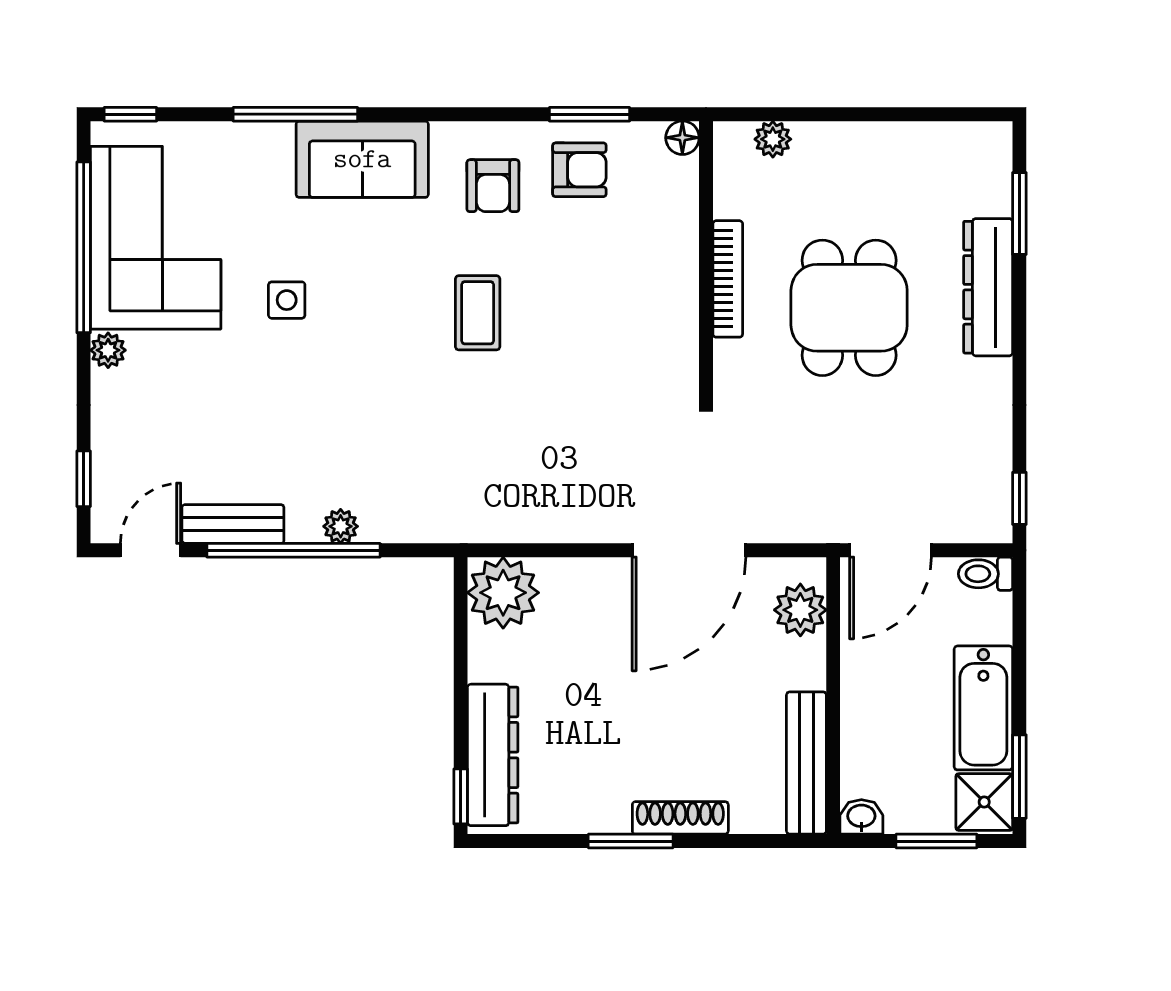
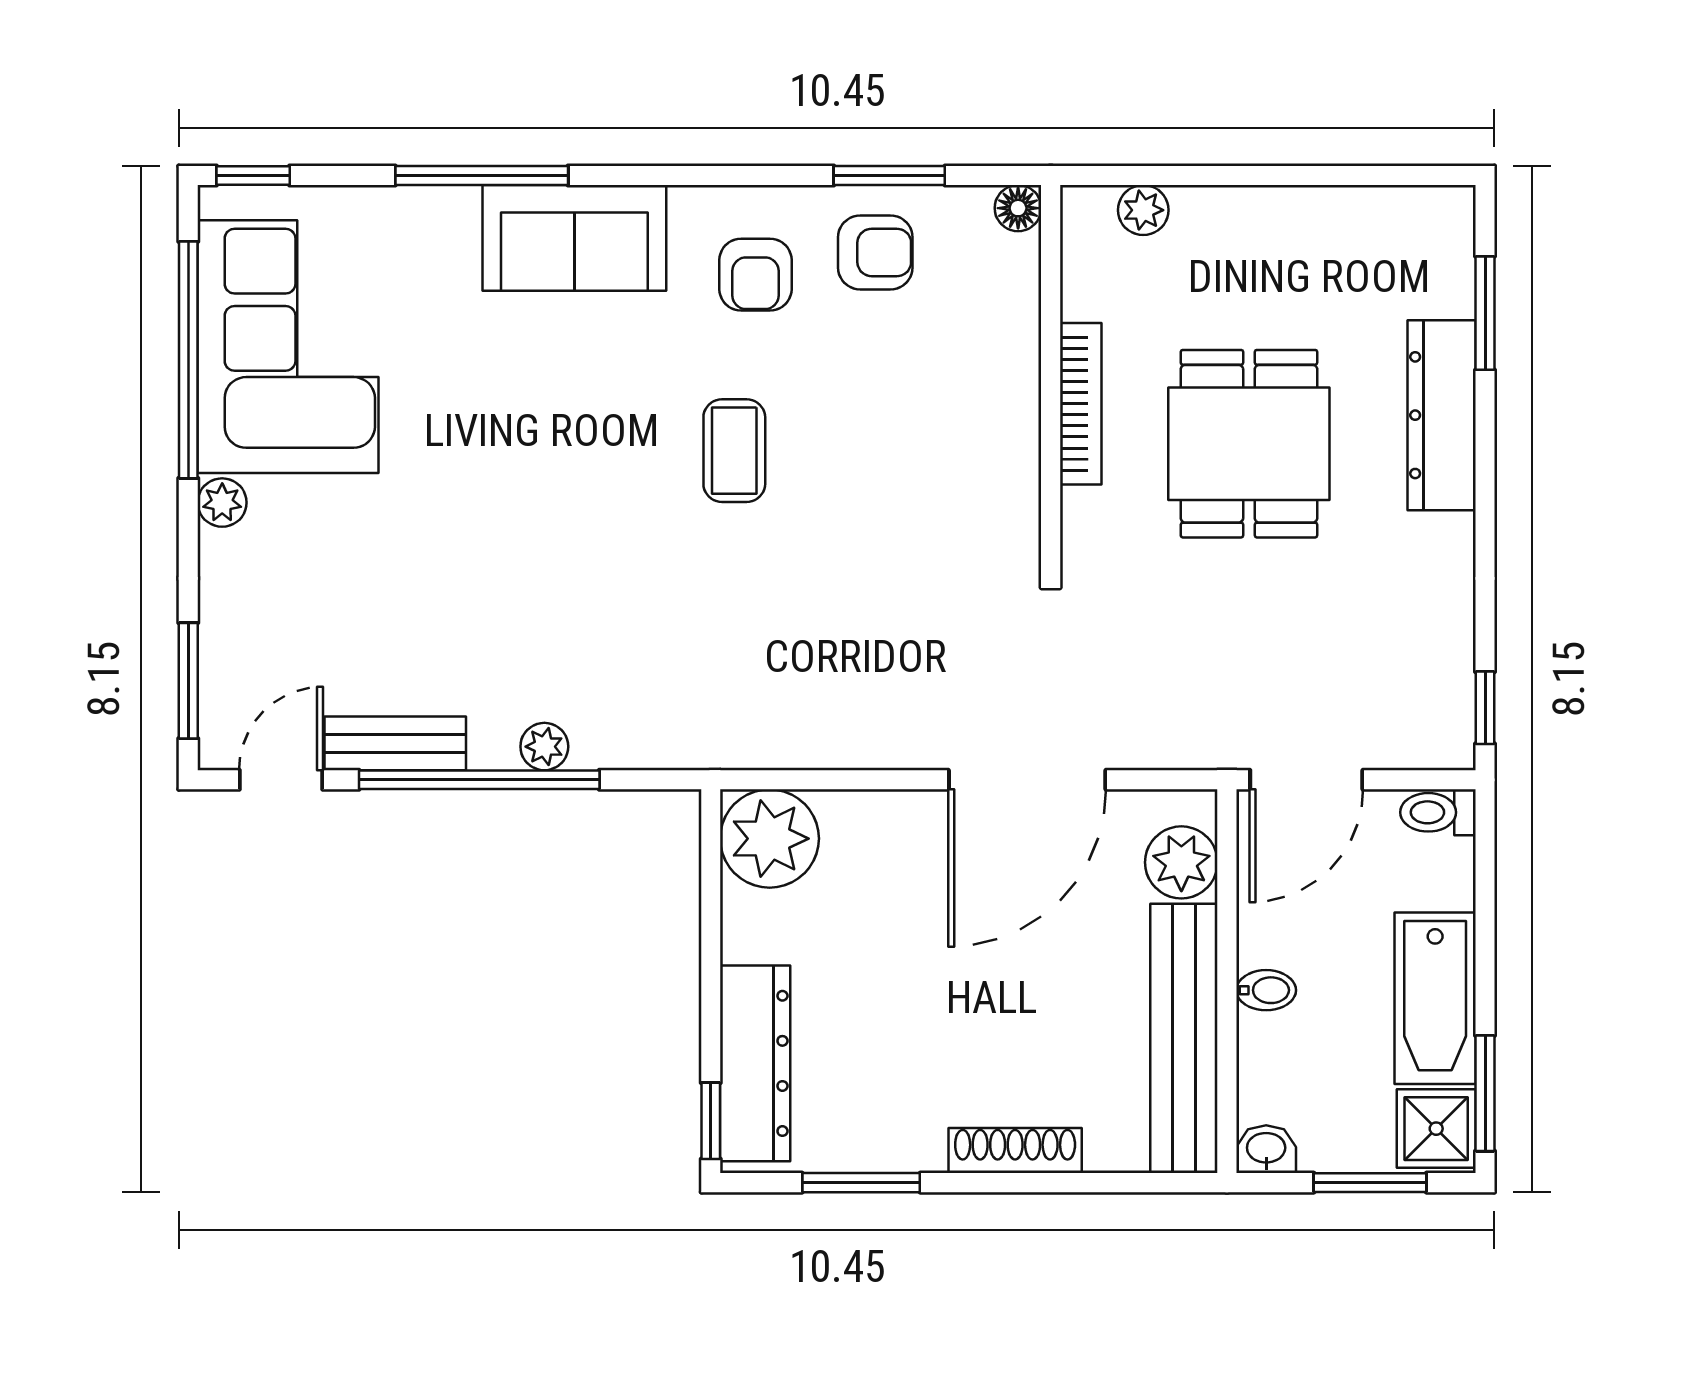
side table: (287, 300) -> (470, 433), removed
window: (84, 479) -> (188, 681), width x1.50
bidet: (861, 702) -> (1266, 990), added
bench: (806, 763) -> (1184, 1038), width x1.37, depth x1.21
window: (631, 841) -> (861, 1183), moved

